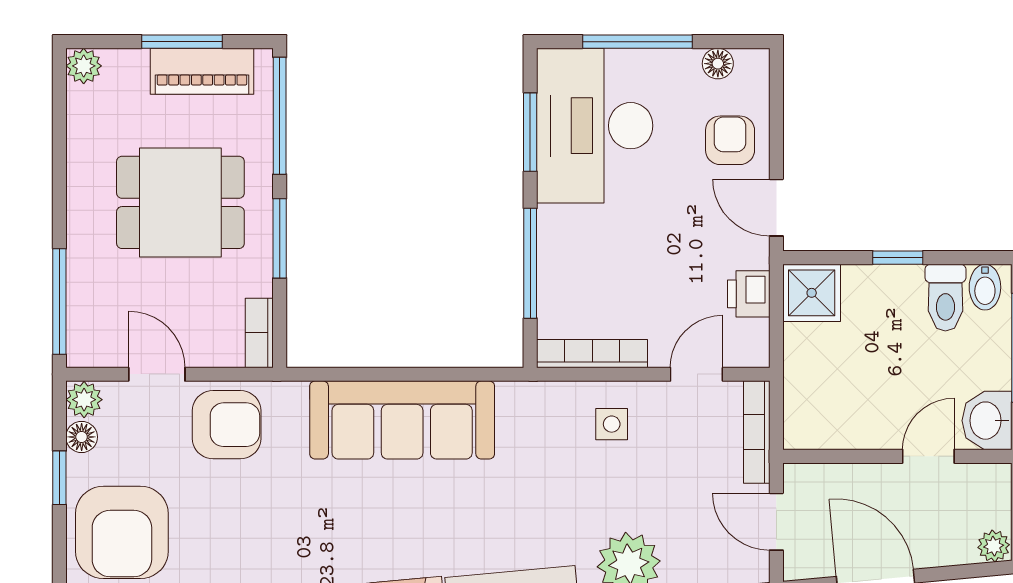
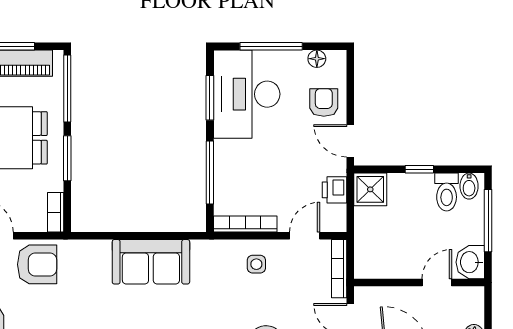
sofa: (402, 420) -> (151, 262), width x0.73

